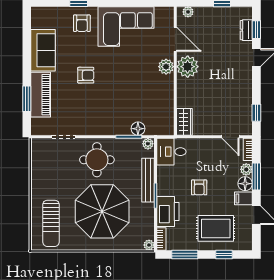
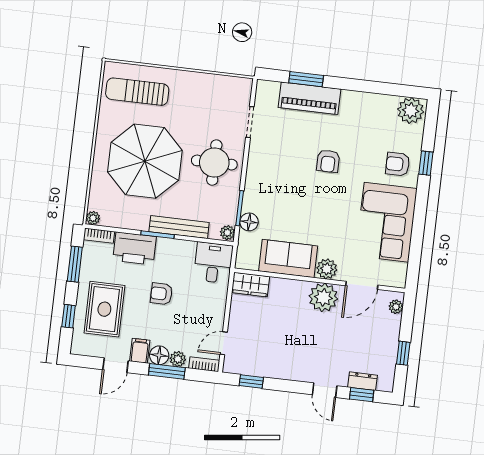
plant: (41, 18) -> (411, 111), added
sofa: (43, 50) -> (288, 259), moved, turned 180

